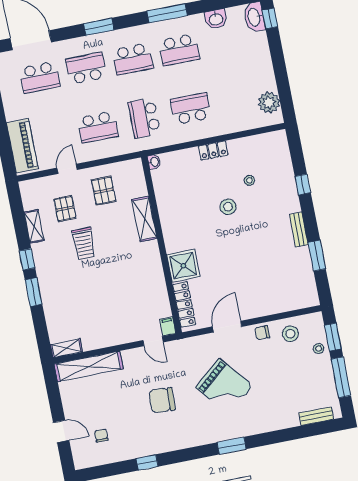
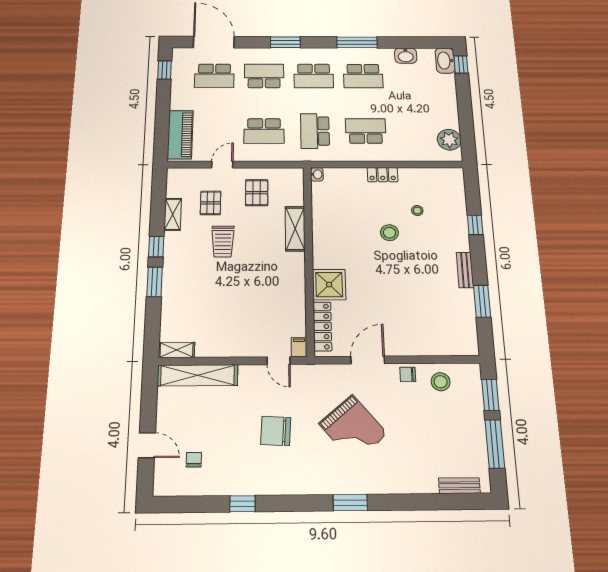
stool: (319, 349) -> (472, 405), removed

